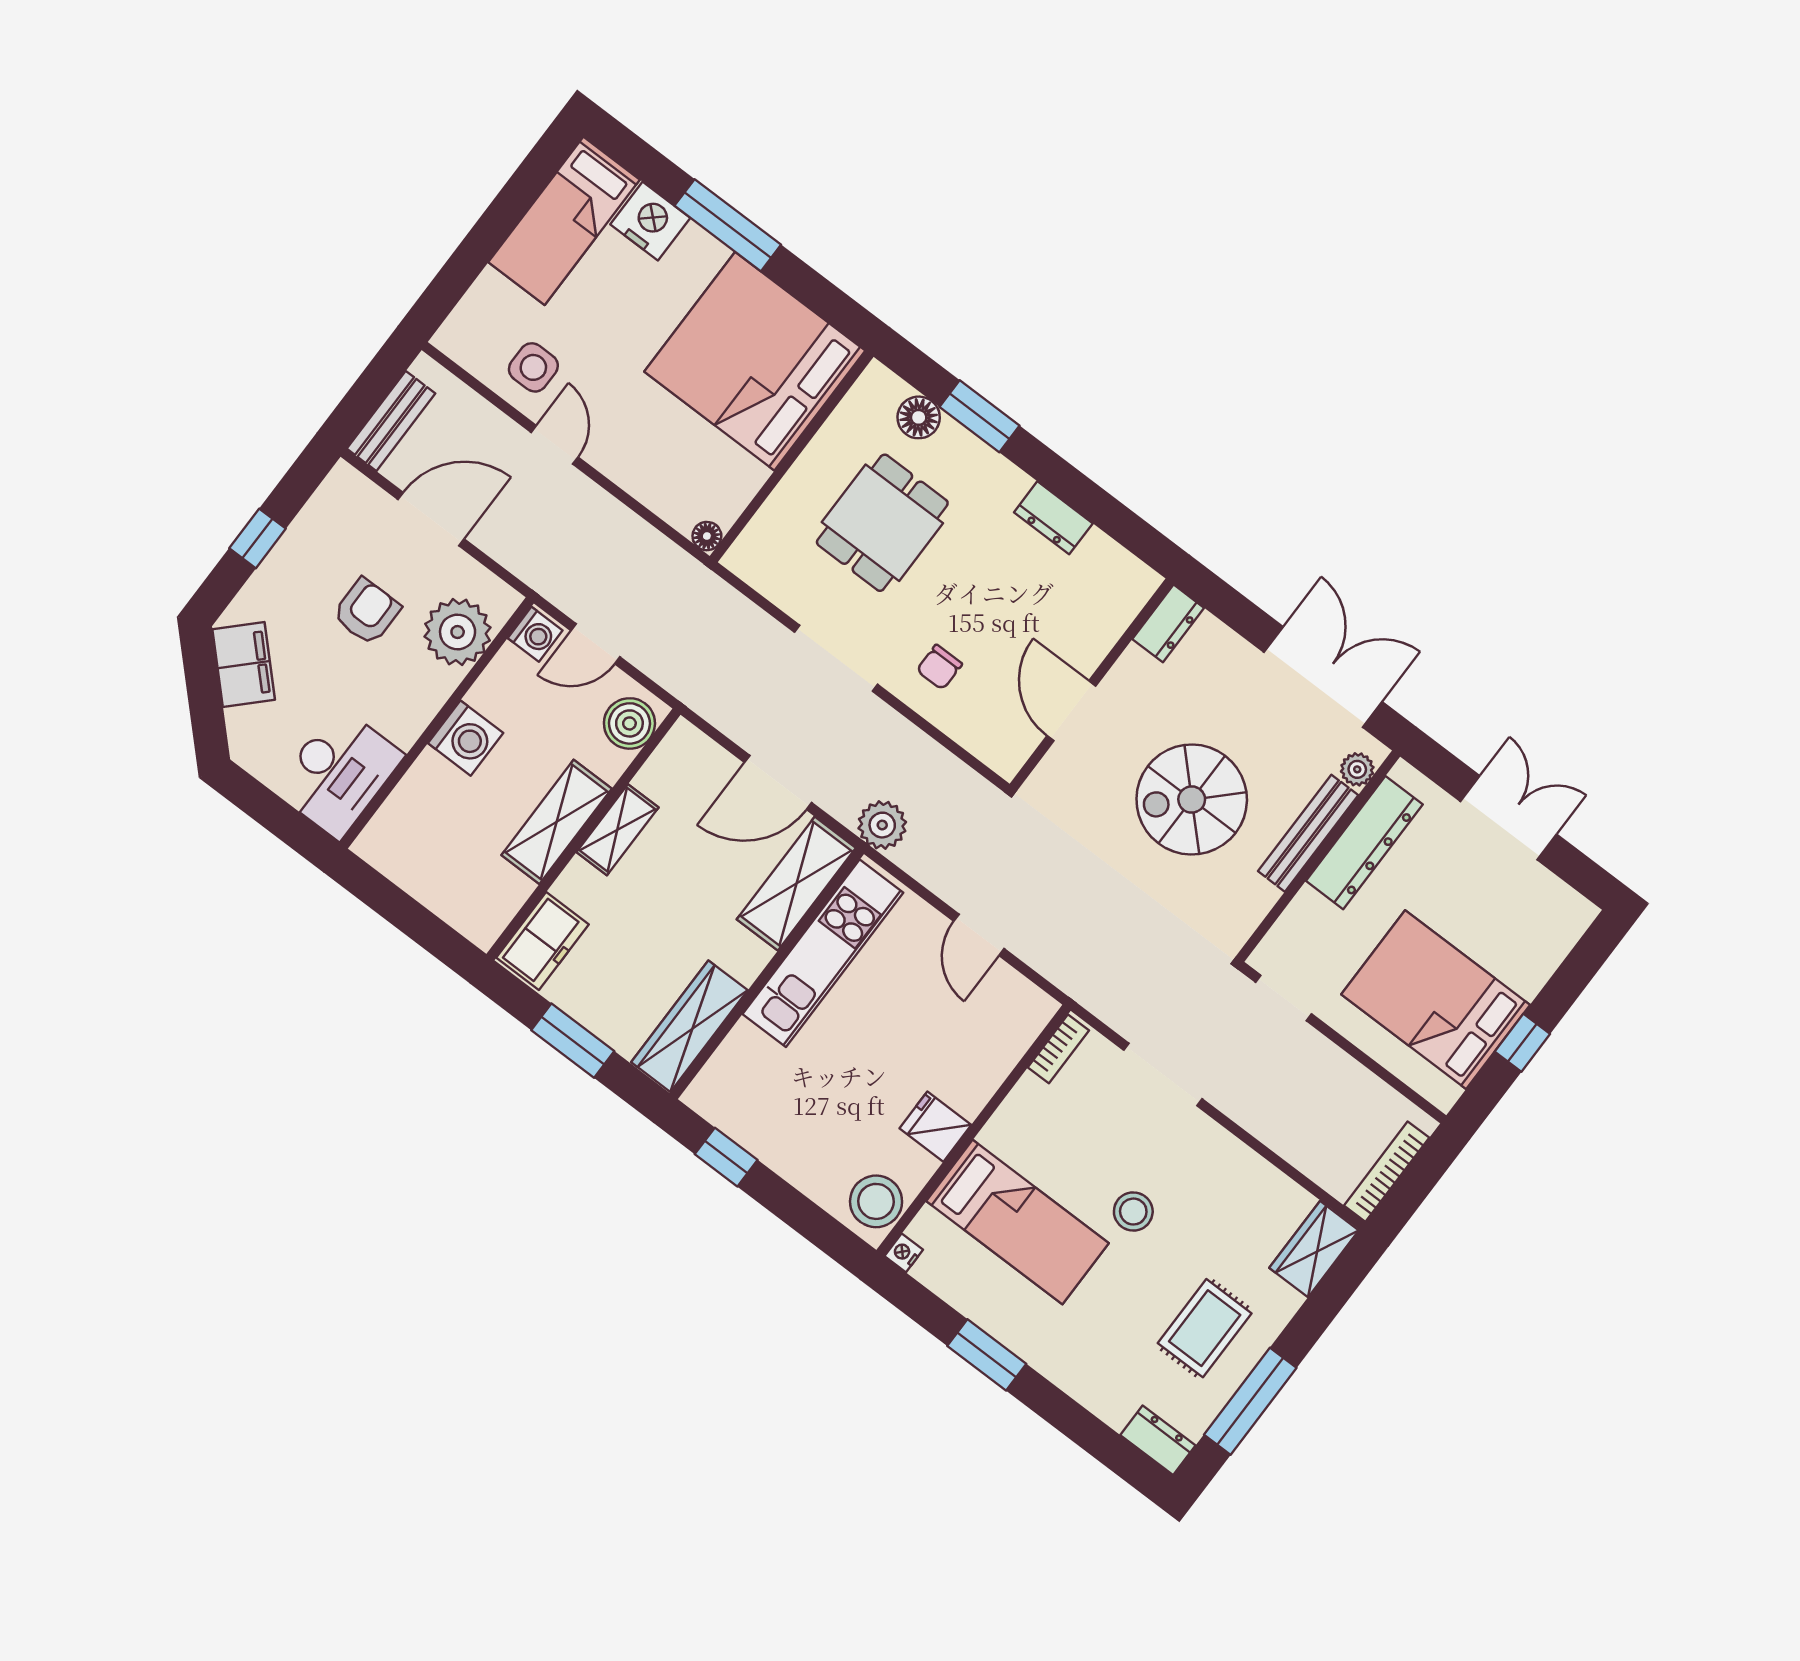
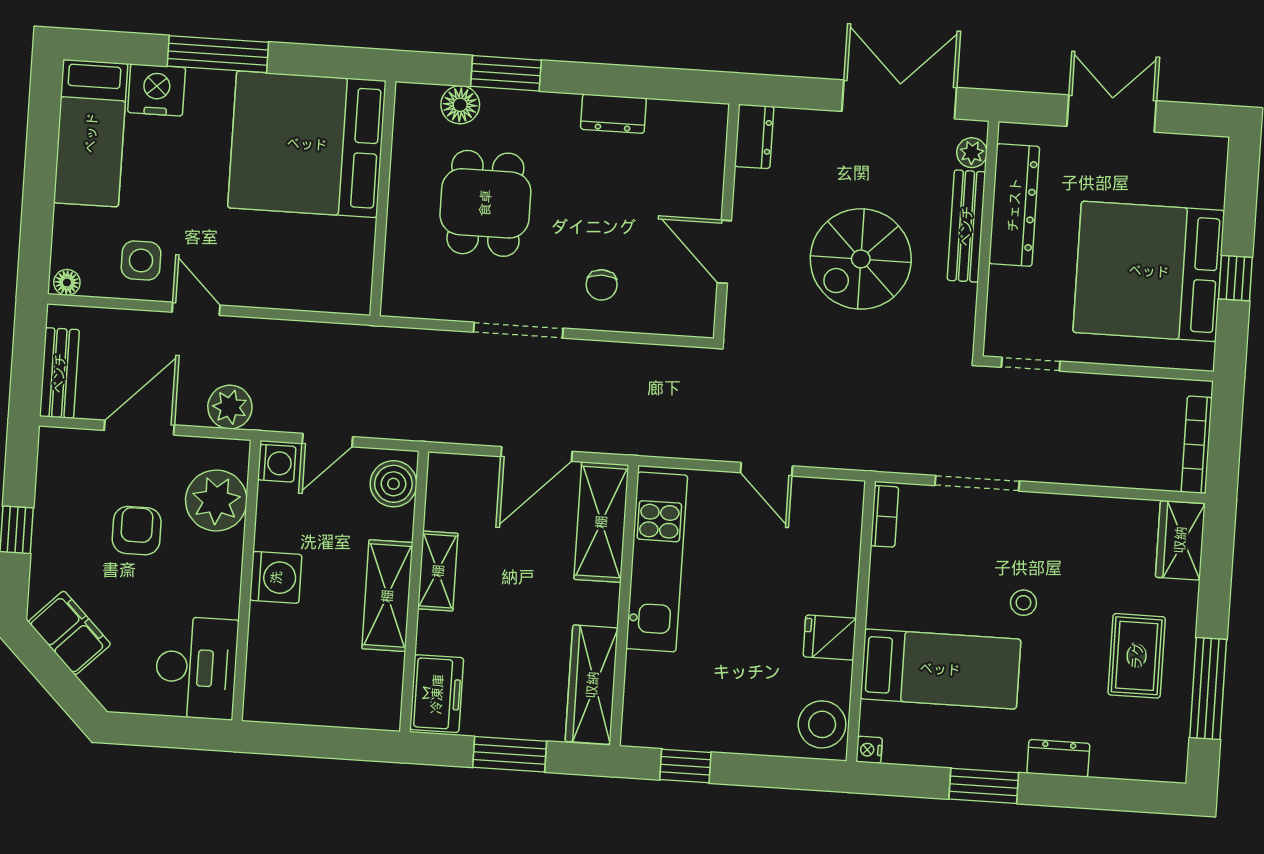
floor lamp: (707, 536) -> (67, 282), moved
plant: (882, 825) -> (230, 407), moved
bed: (1436, 1000) -> (1149, 271), width x1.36
stool: (1133, 1212) -> (1023, 603), width x0.73, depth x0.73
dresser: (1158, 1440) -> (1058, 758), moved

